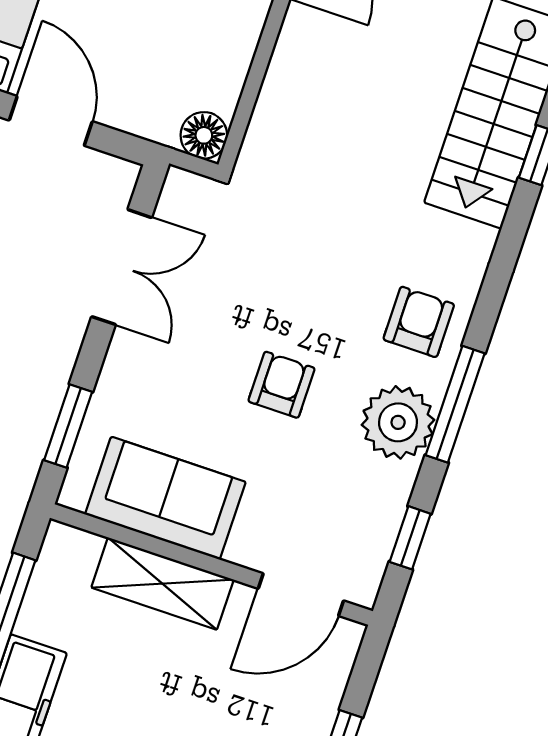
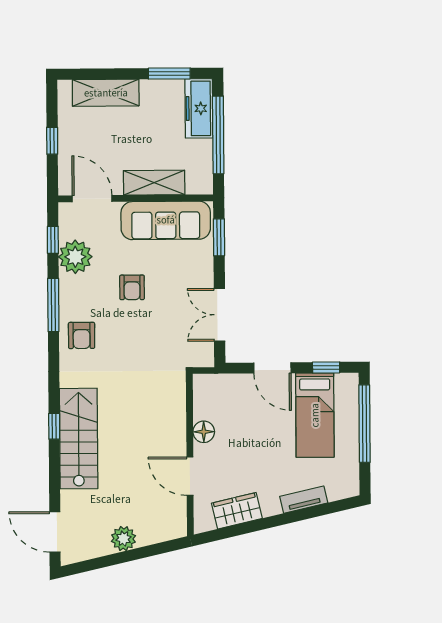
floor lamp: (204, 135) -> (204, 432), moved
plant: (398, 422) -> (75, 257), moved
sofa: (165, 498) -> (166, 220), width x1.36
door: (301, 595) -> (92, 199), hinge flipped

